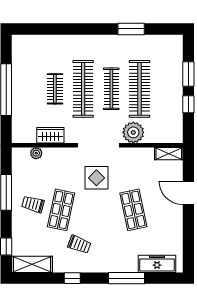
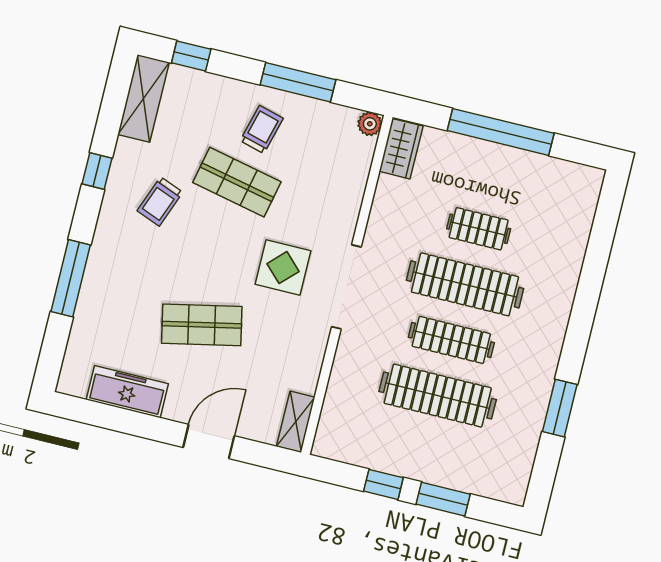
plant: (133, 132) -> (355, 362), removed
wardrobe: (50, 135) -> (401, 149), moved
plant: (36, 153) -> (370, 124), moved
freezer: (157, 264) -> (127, 392), moved, turned -90

